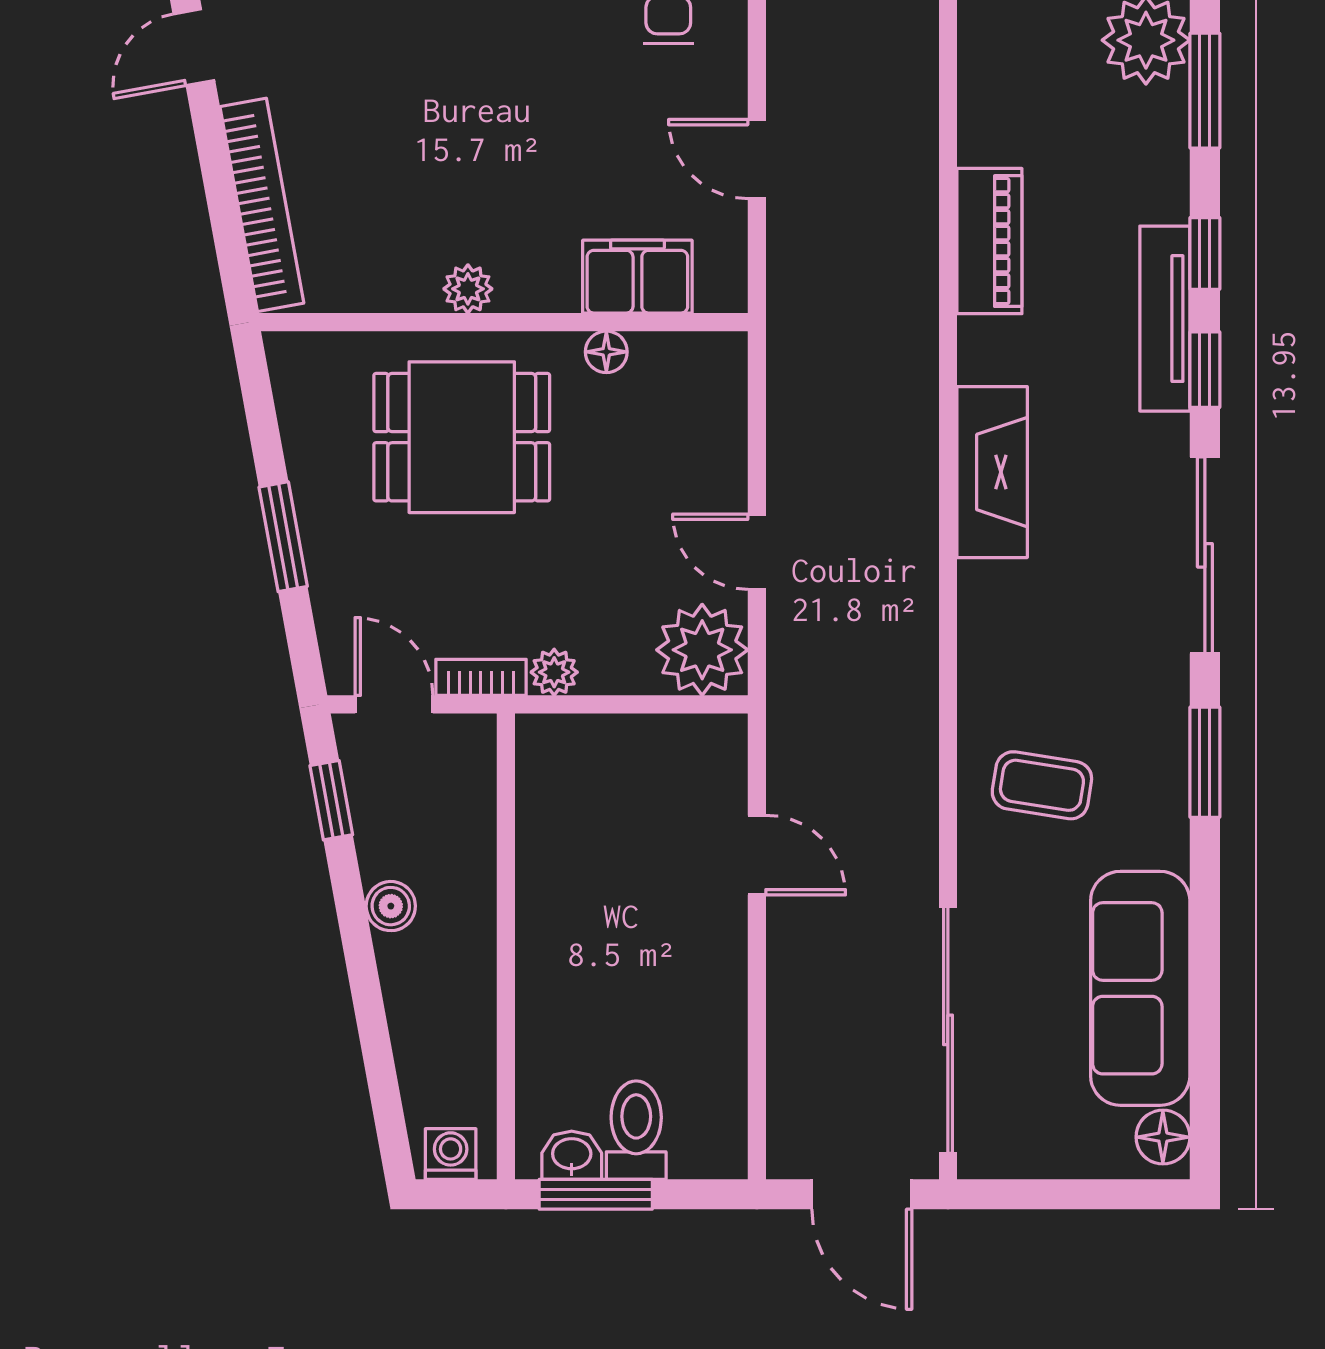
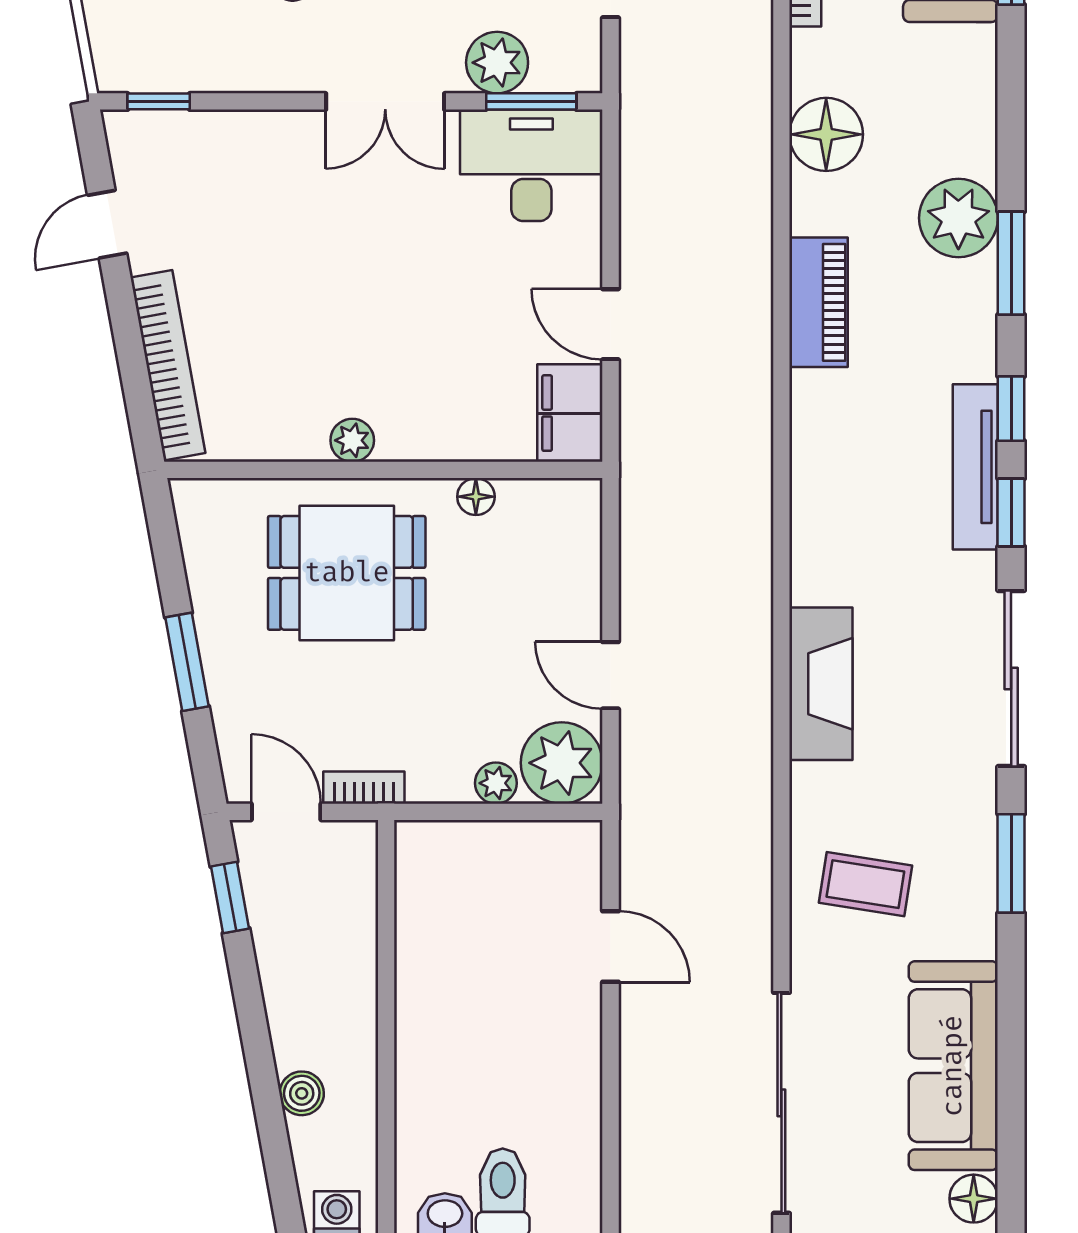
piano: (989, 241) -> (818, 302), moved
filing cabinet: (637, 277) -> (570, 413), moved, turned -90
fireplace: (992, 472) -> (821, 684), moved
plant: (554, 672) -> (496, 783), moved
boiler: (391, 906) -> (302, 1093), moved

